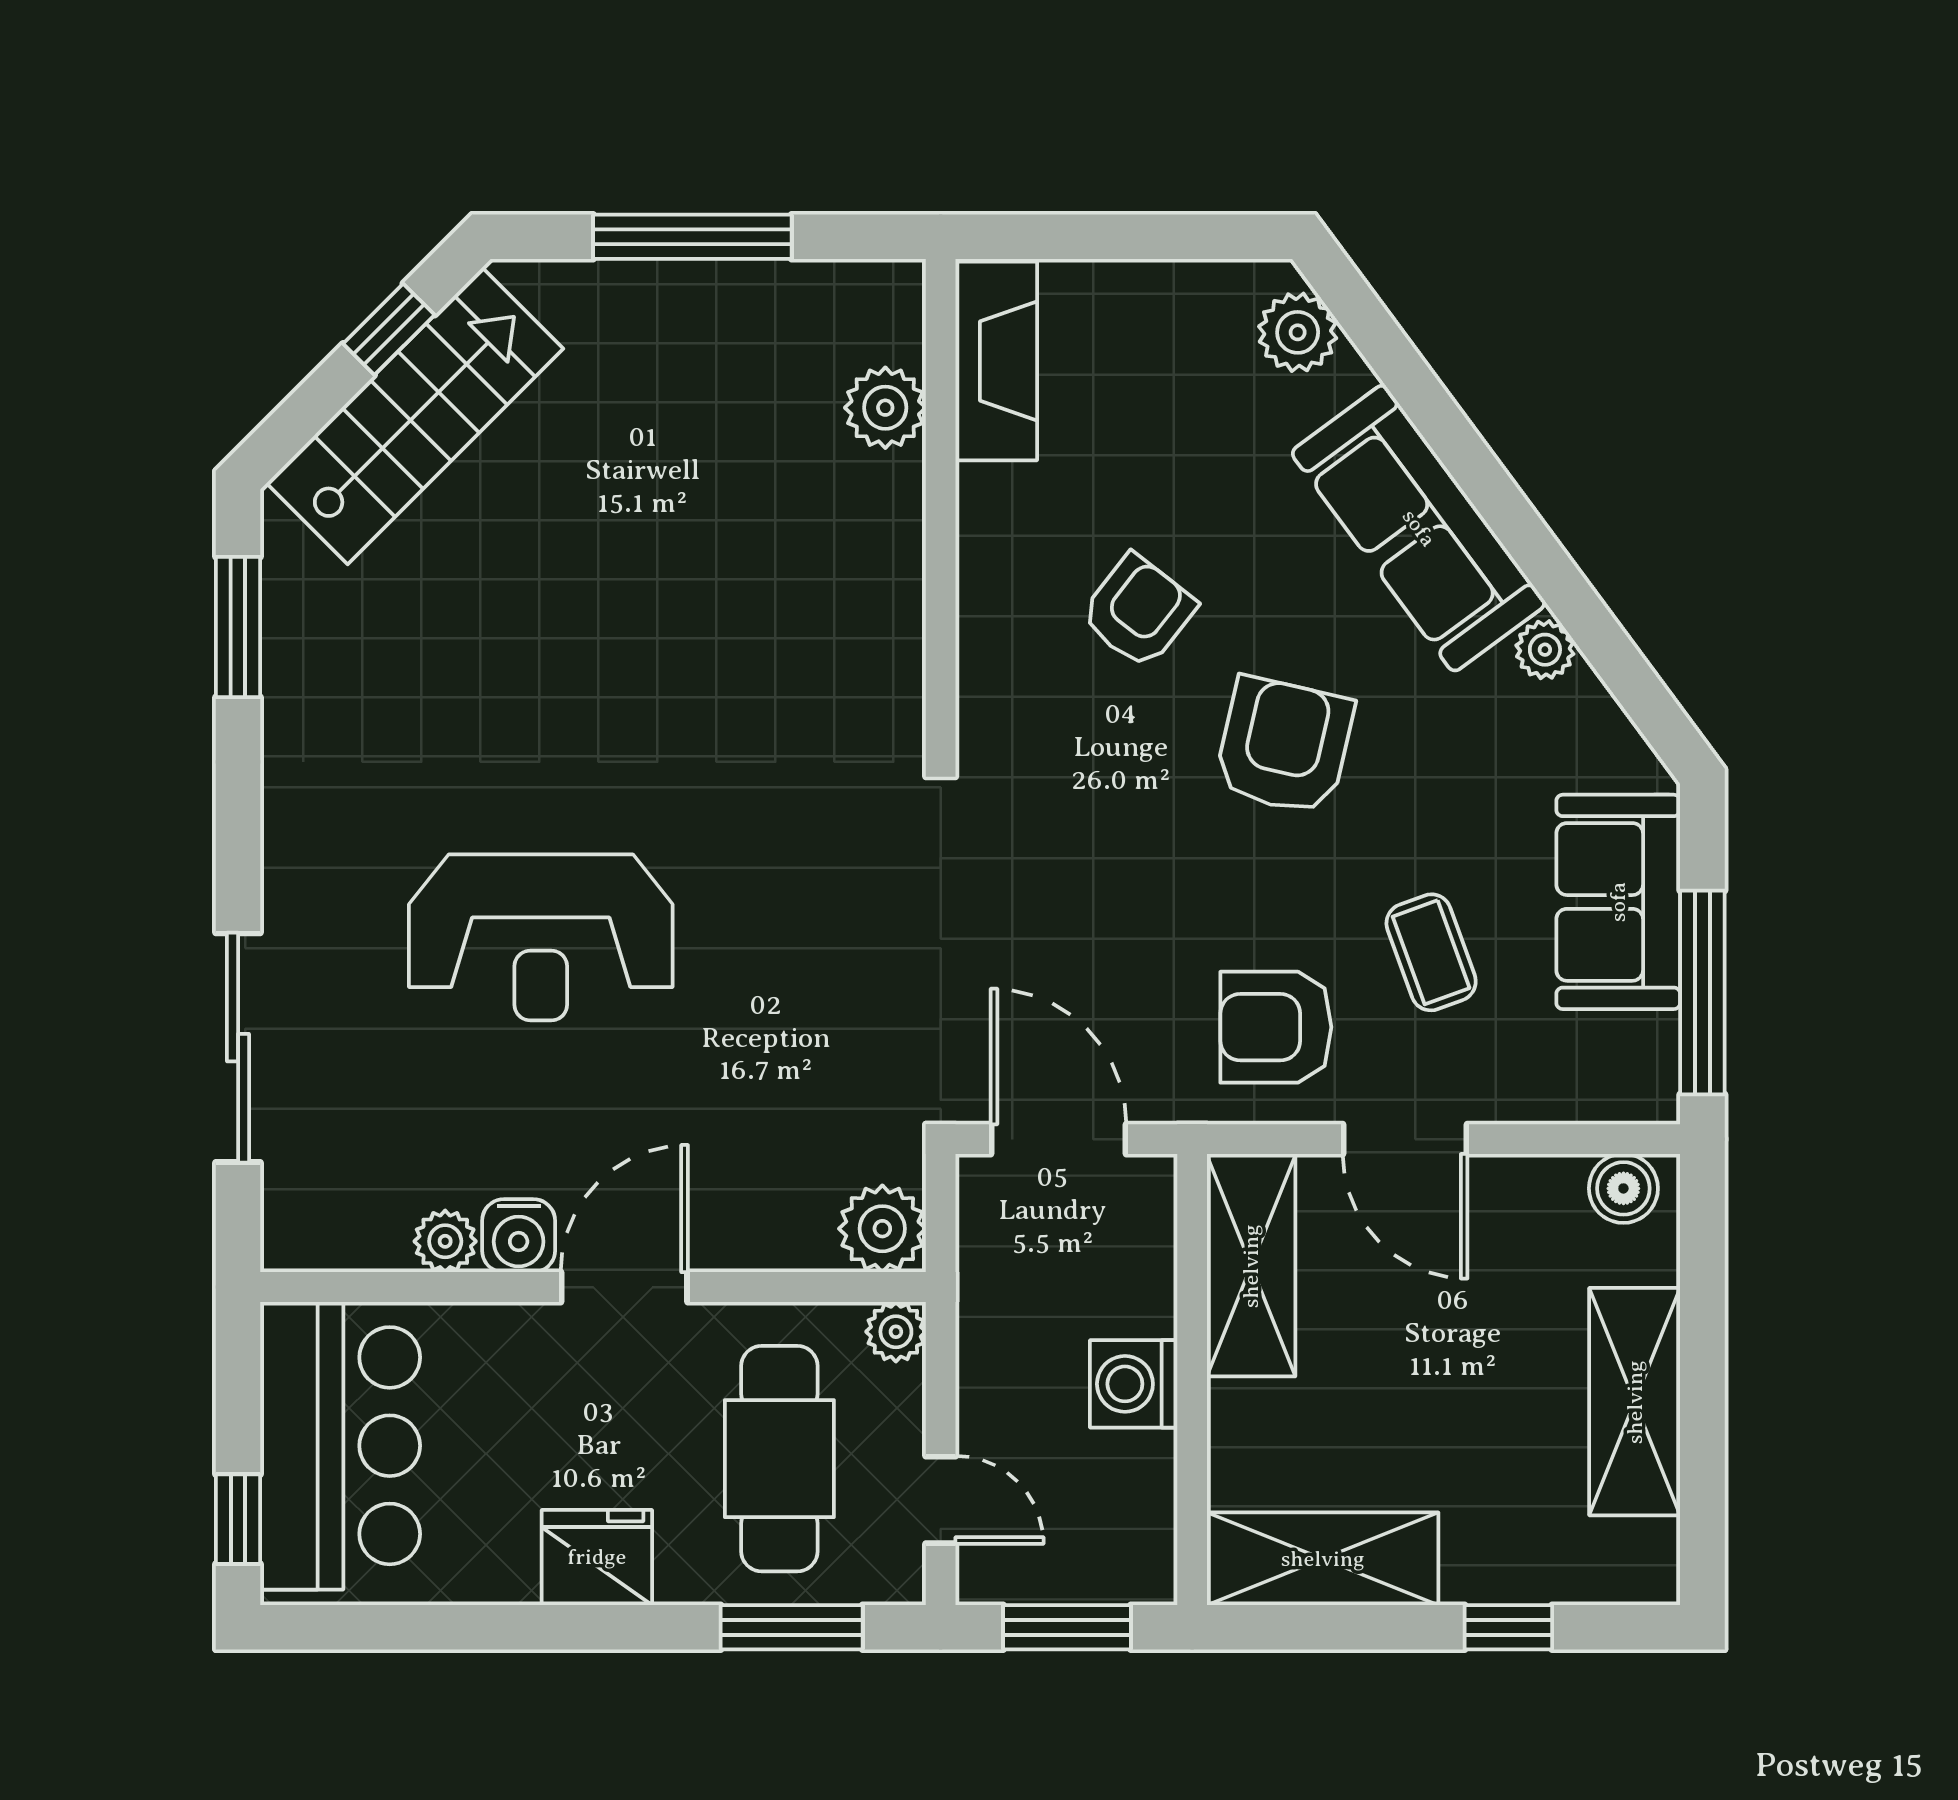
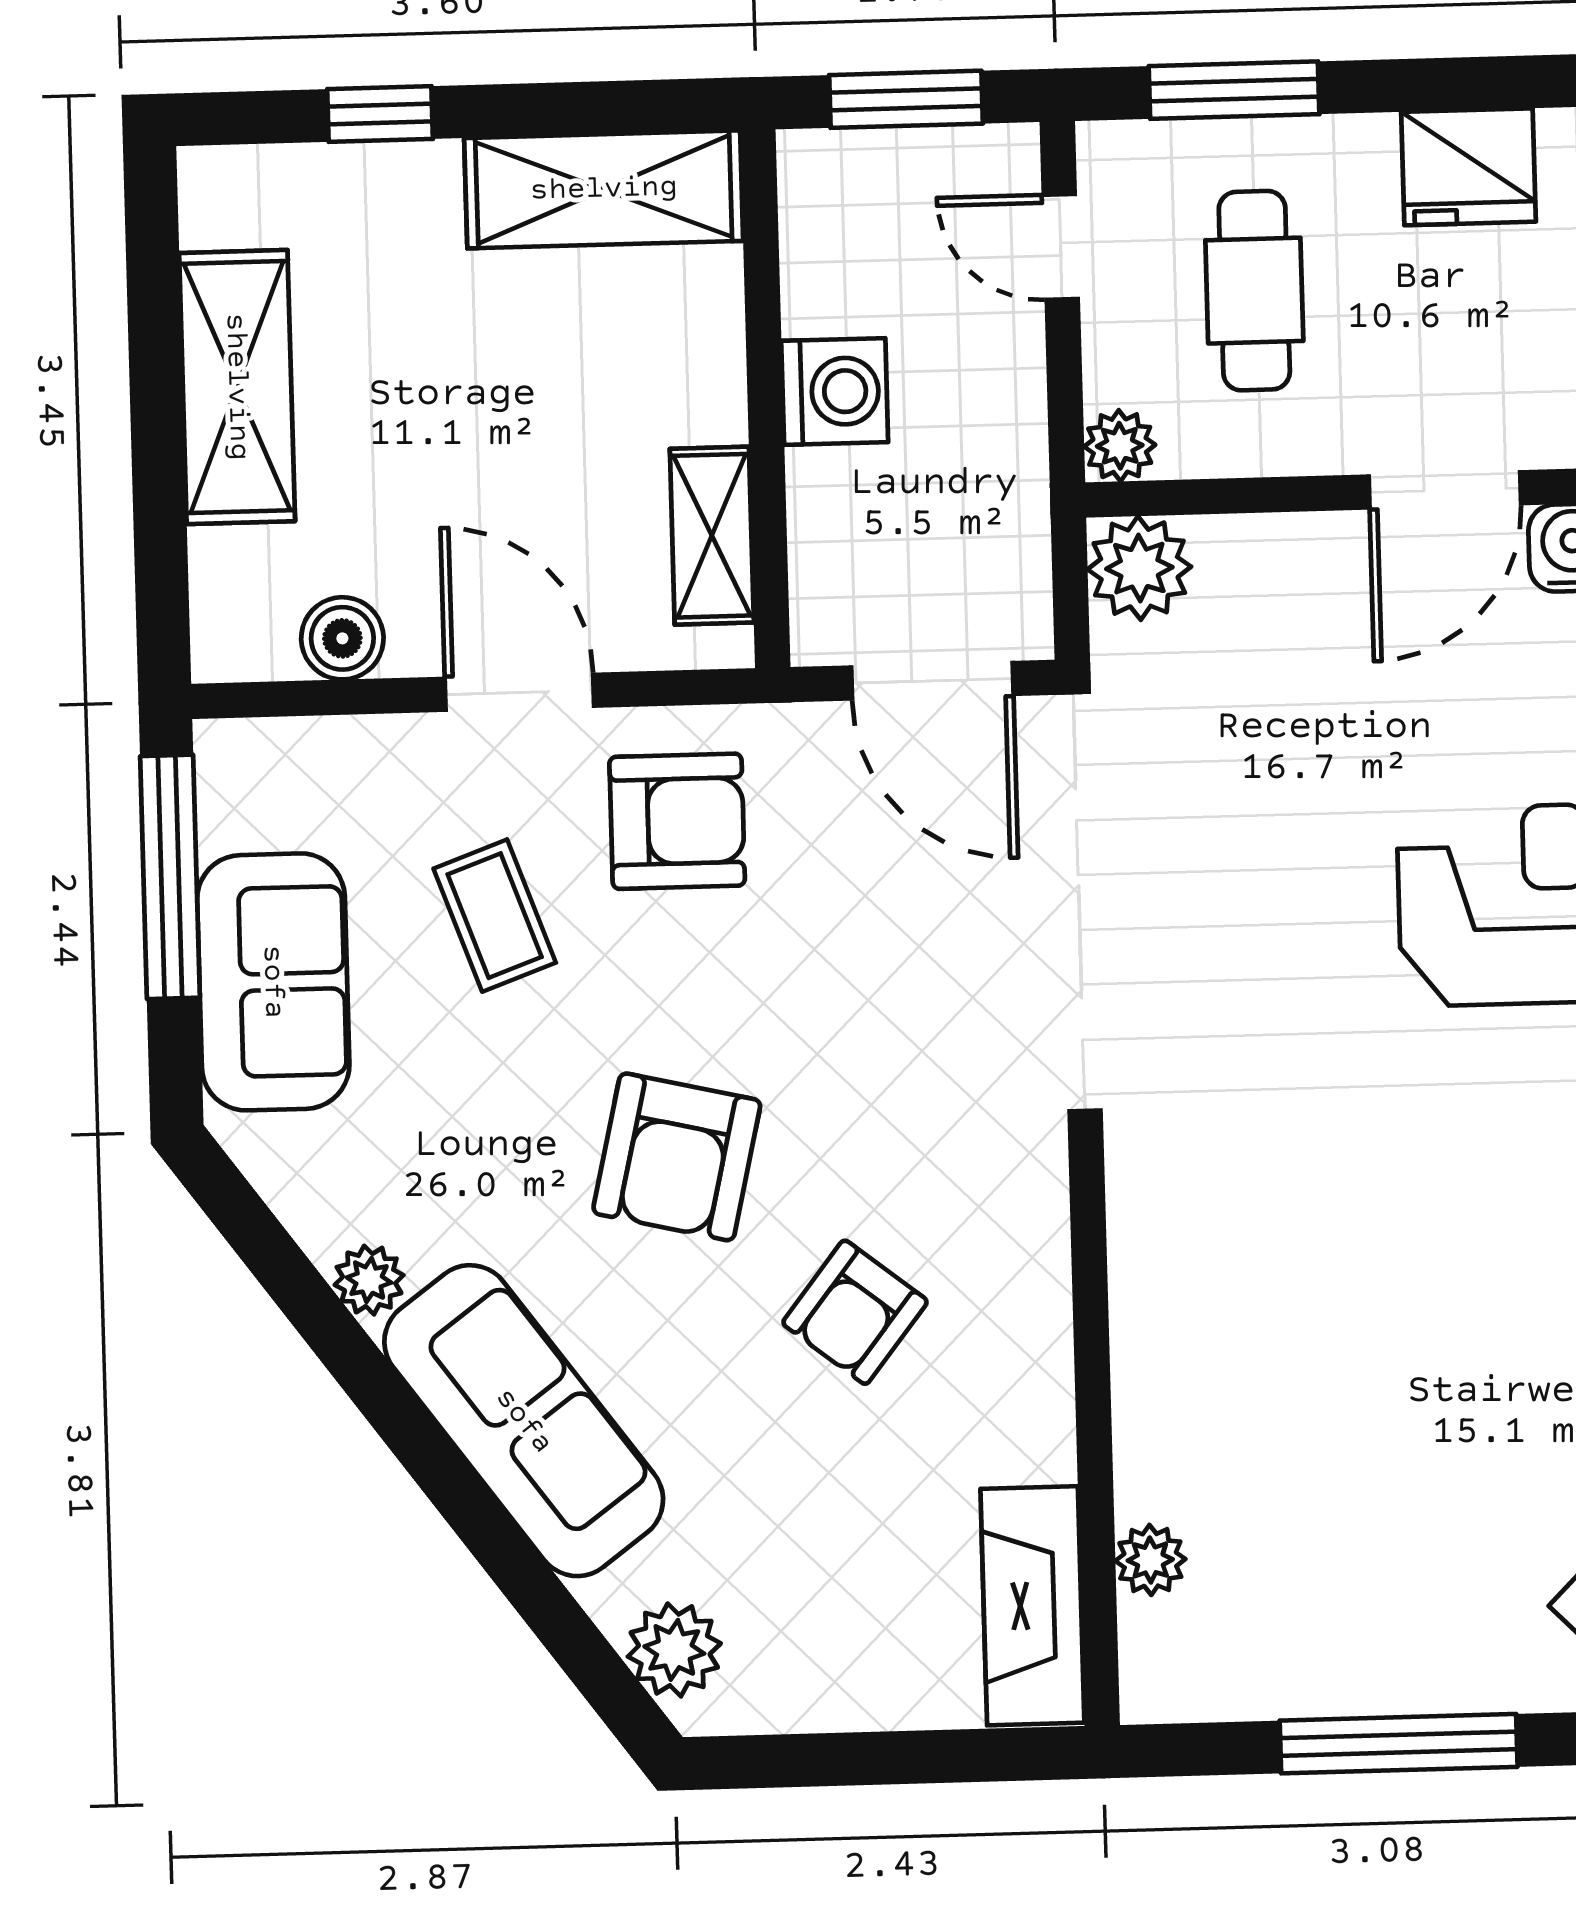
plant: (885, 408) -> (1150, 1560), width x0.73, depth x0.73
boiler: (1623, 1188) -> (342, 638), moved
shelving: (1251, 1266) -> (712, 536), width x0.67, depth x0.75
cafe table: (779, 1459) -> (1254, 291), width x0.73, depth x0.74

